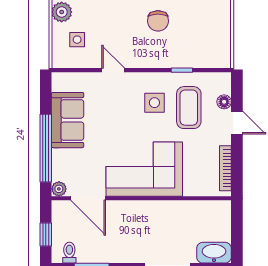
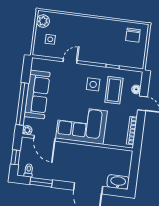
chair: (158, 21) -> (133, 35), moved
door: (113, 70) -> (70, 61), hinge flipped
sofa: (68, 120) -> (37, 94), width x1.36

